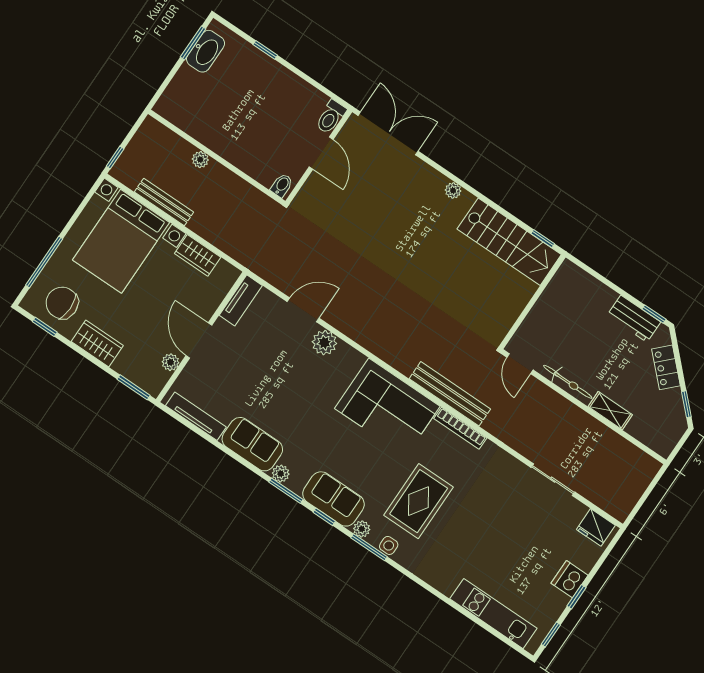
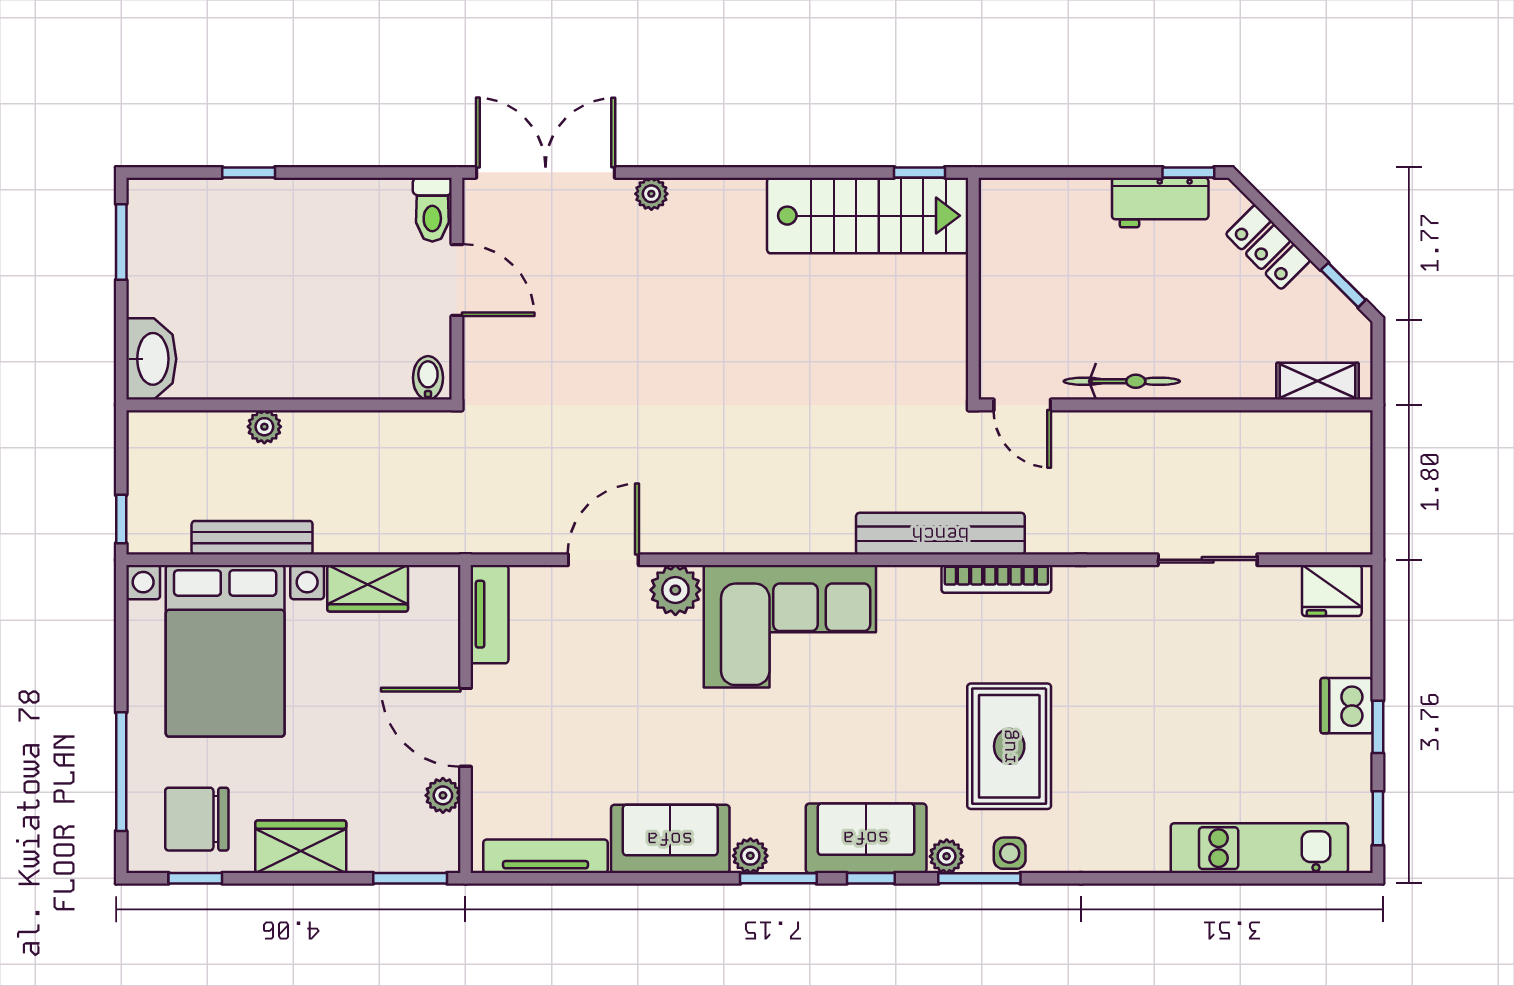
washbasin: (206, 51) -> (151, 359), moved
plant: (453, 190) -> (651, 194), moved
corner sofa: (387, 407) -> (790, 626), moved
shelving: (610, 411) -> (1318, 381), moved

